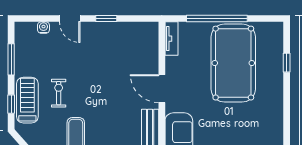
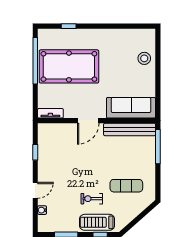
window: (106, 18) -> (35, 152), moved
window: (217, 18) -> (35, 61), moved

